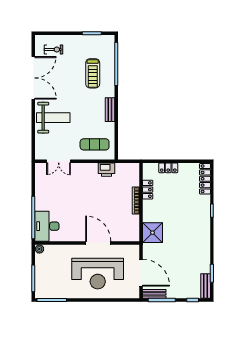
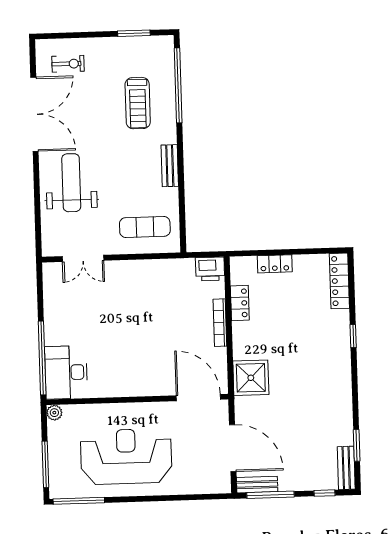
weight bench: (53, 118) -> (71, 183), turned -90
printer: (107, 170) -> (210, 269), moved
door: (98, 243) -> (198, 398), moved
reception desk: (98, 274) -> (126, 456), moved, turned 180

